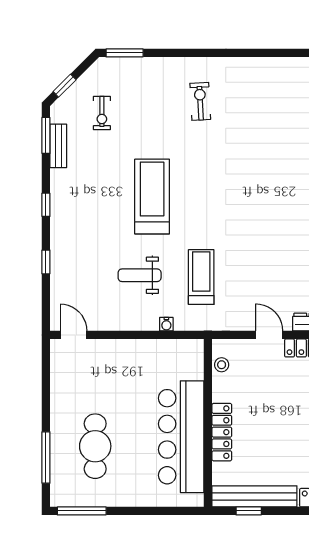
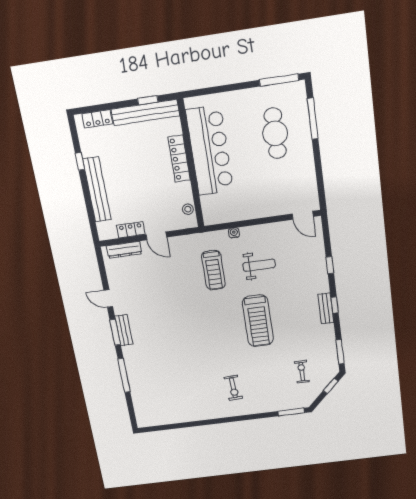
bench: (58, 146) -> (326, 308), moved

